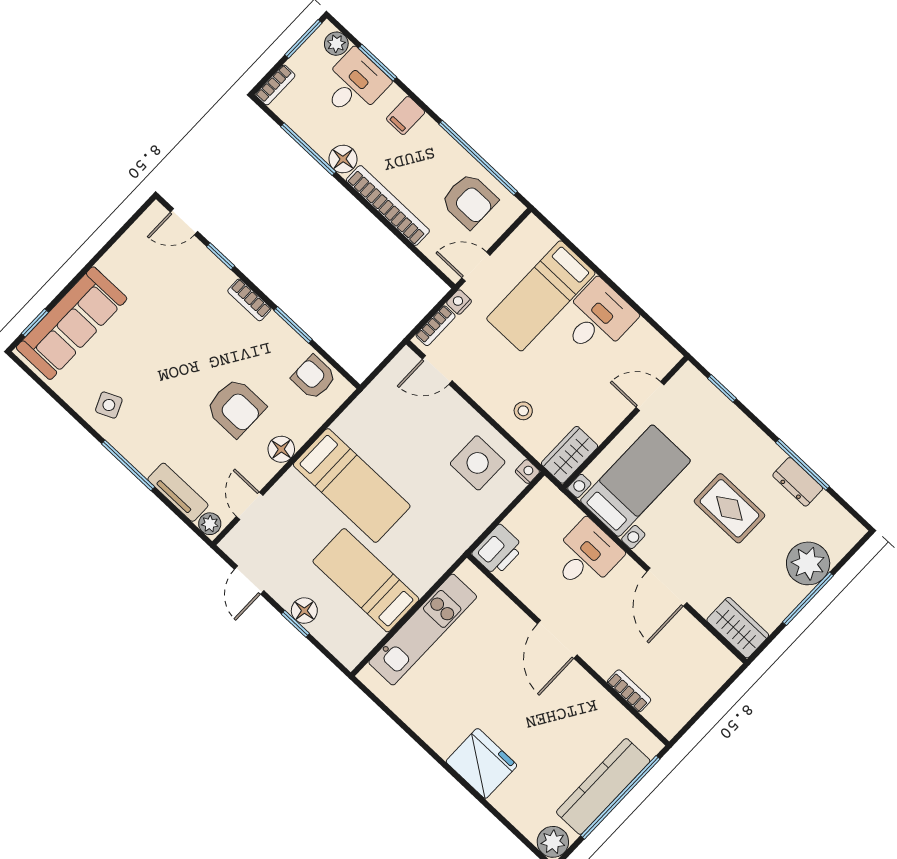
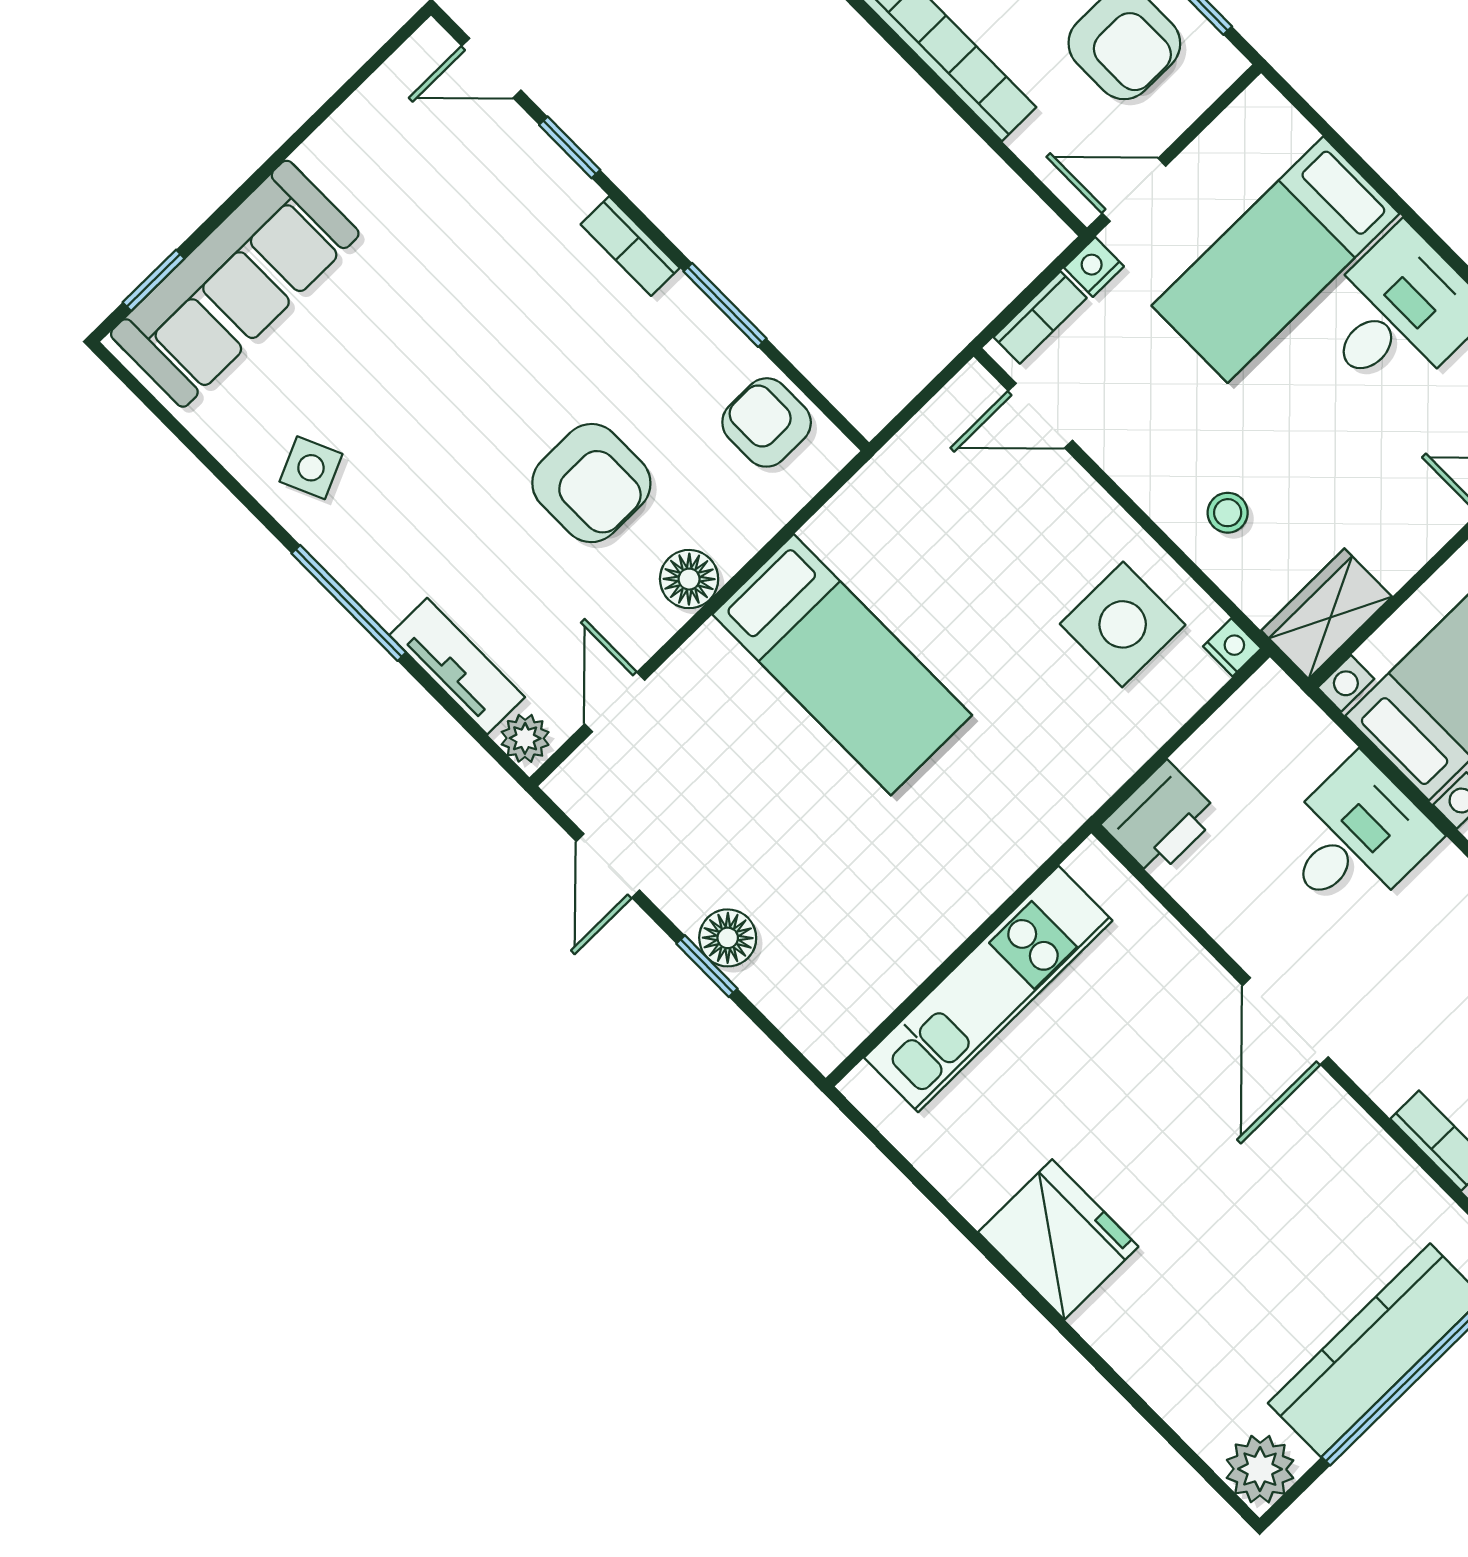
bed: (366, 580) -> (866, 876), removed
fridge: (481, 763) -> (1058, 1239), moved

